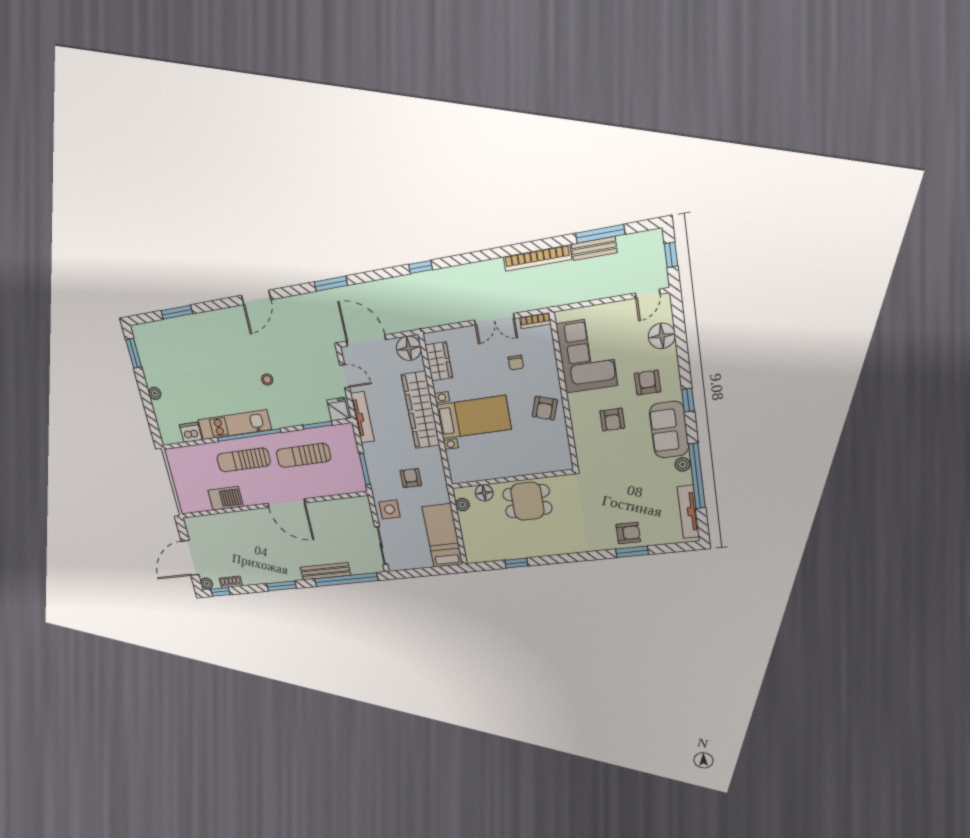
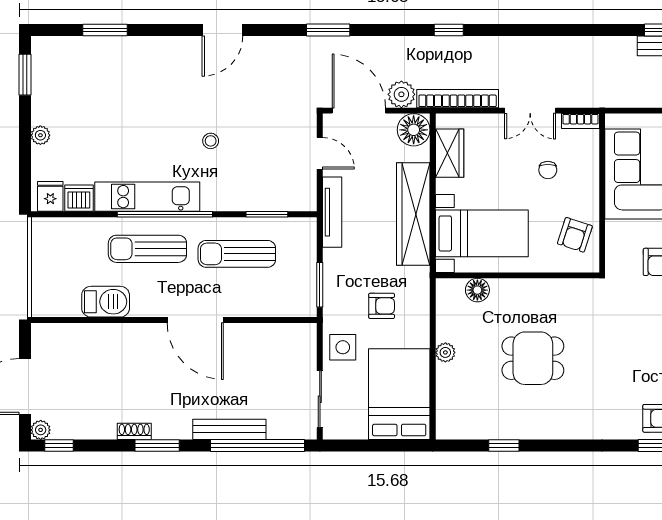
bookcase: (537, 258) -> (458, 99), moved, turned 180
plant: (395, 323) -> (401, 94), added
fridge: (338, 409) -> (50, 196), moved
armchair: (411, 478) -> (382, 306), turned 90
wall: (512, 479) -> (517, 275), moved
floor lamp: (484, 493) -> (477, 290), moved
bed: (442, 536) -> (399, 394), width x1.50
shoe rack: (231, 582) -> (134, 431), moved

